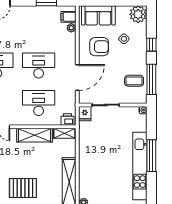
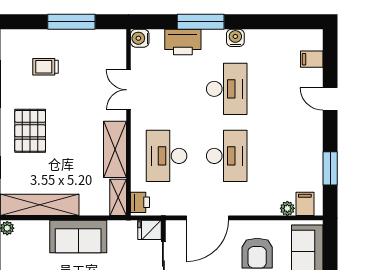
door: (77, 78) -> (207, 218), hinge flipped
desk: (39, 103) -> (166, 156), turned 180
sofa: (89, 158) -> (78, 237), added

